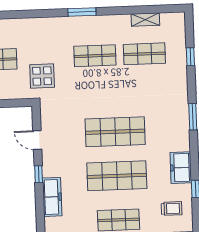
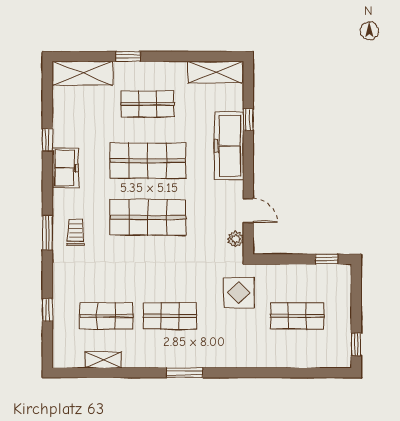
plant: (46, 118) -> (236, 239), added
window: (39, 174) -> (248, 120), moved
freezer: (52, 197) -> (229, 146), width x1.36, depth x1.26
trolley: (172, 209) -> (76, 232), moved, turned 90

